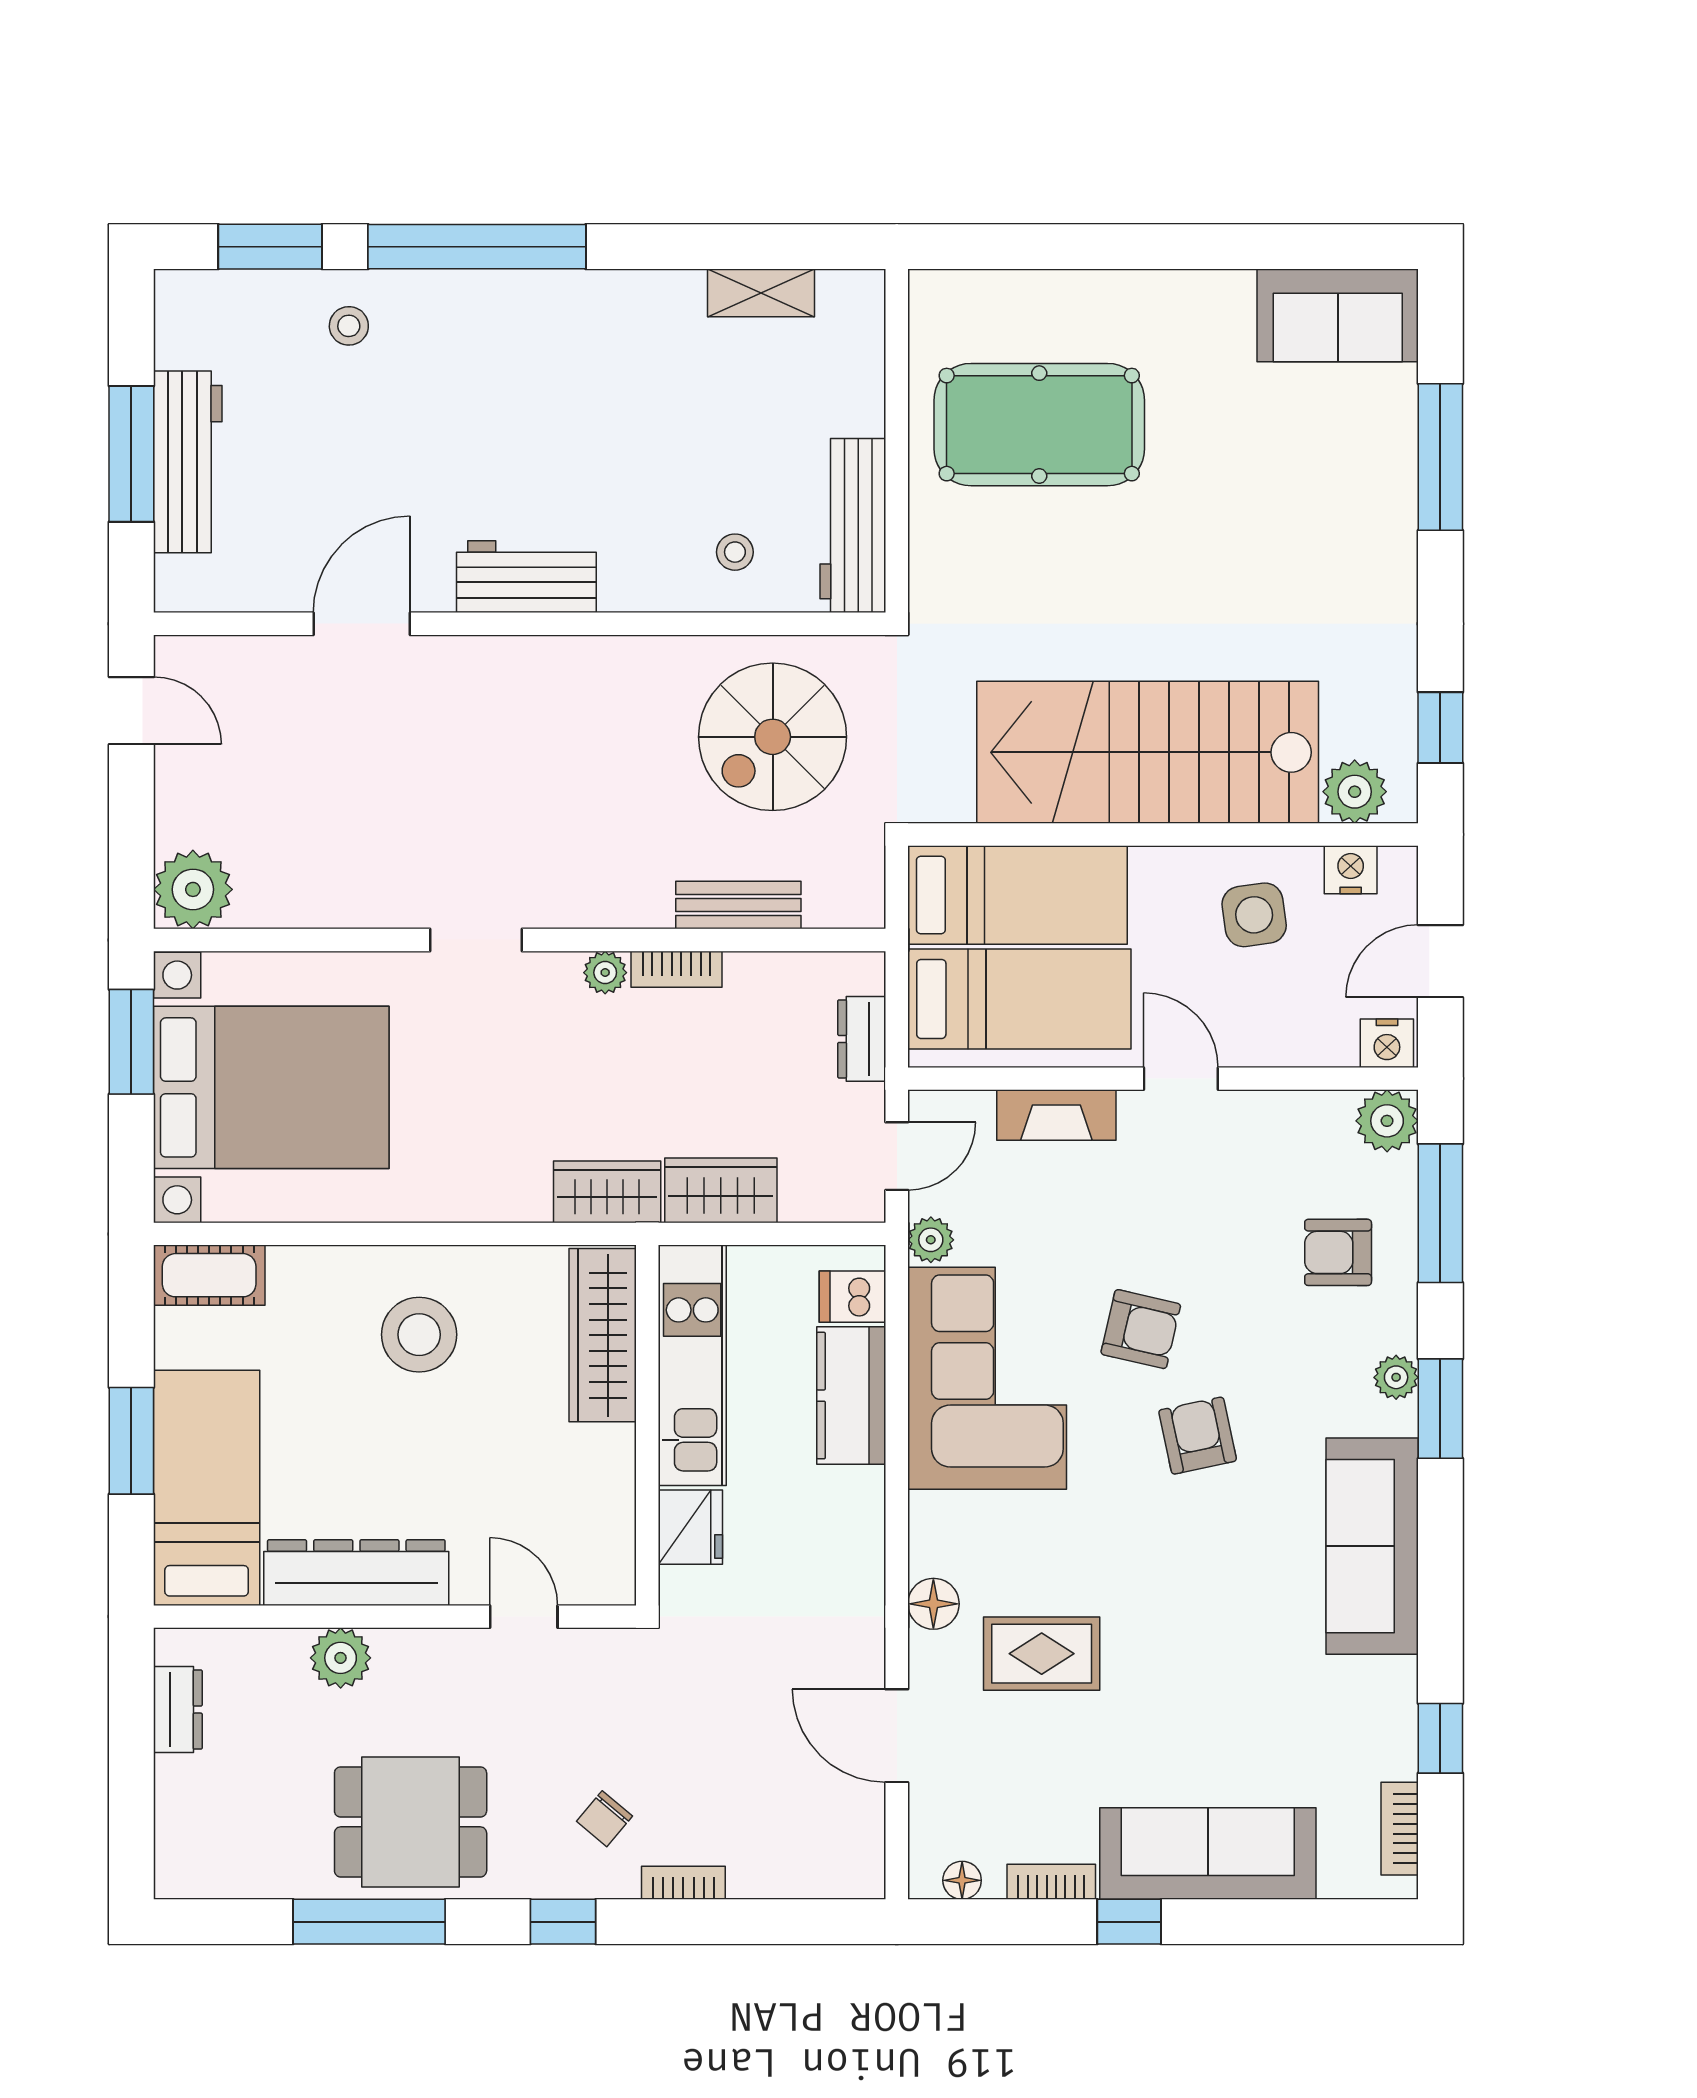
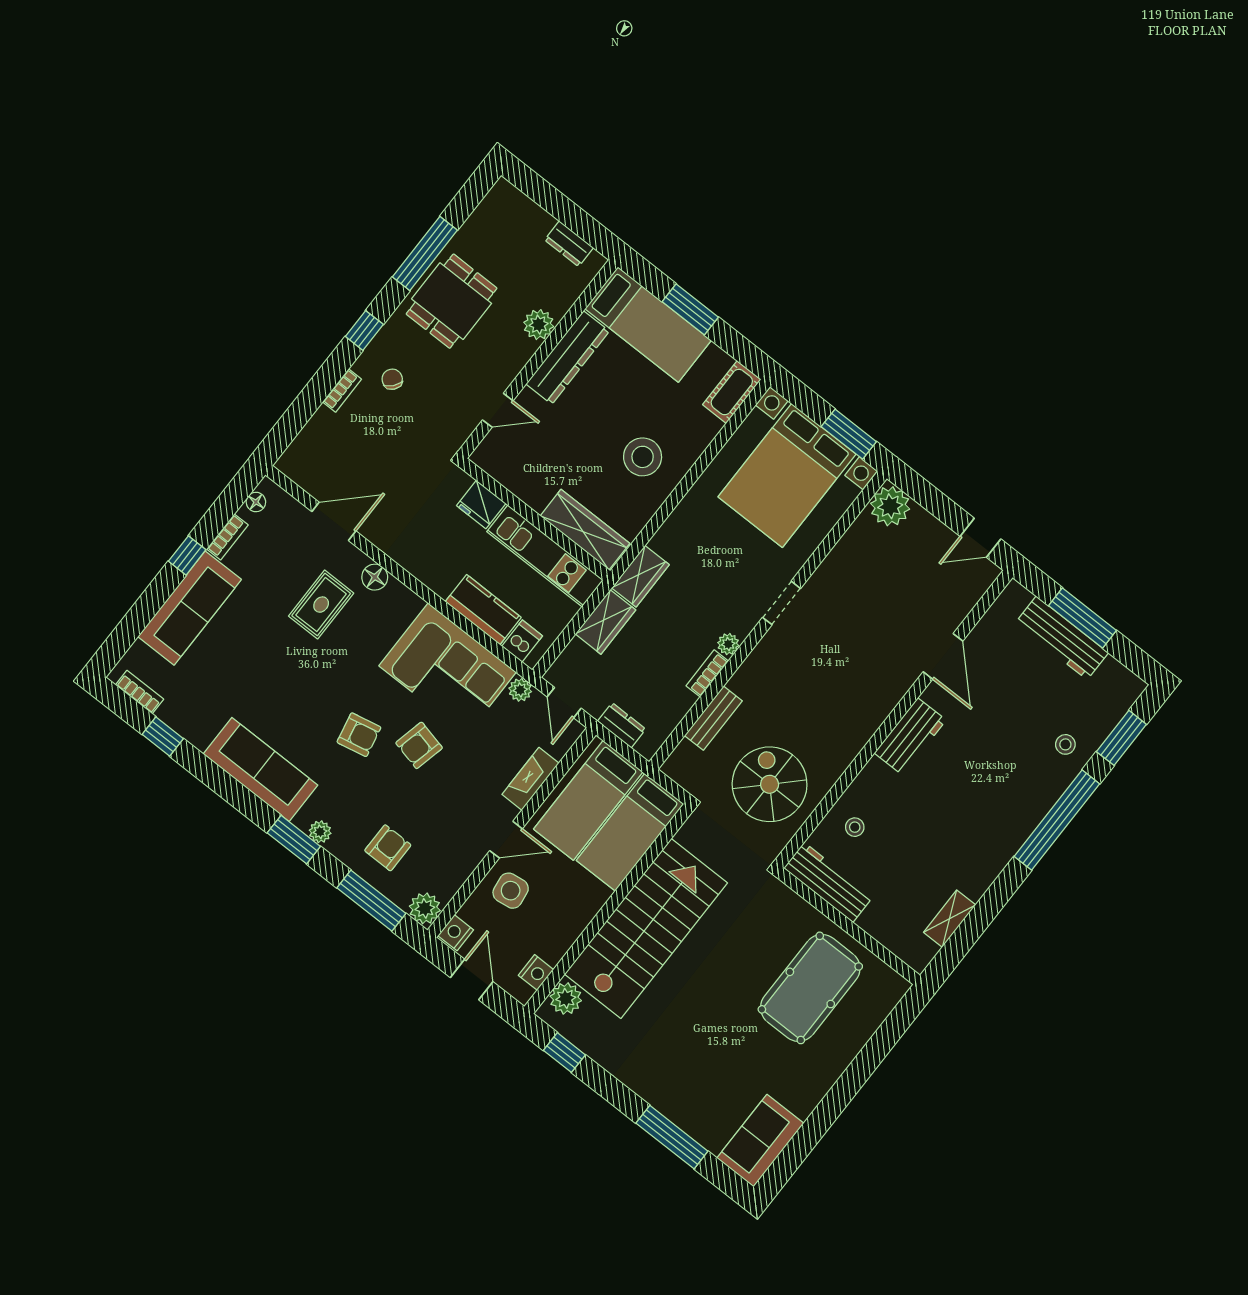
side table: (1254, 915) -> (511, 891), moved

